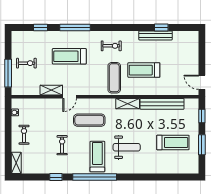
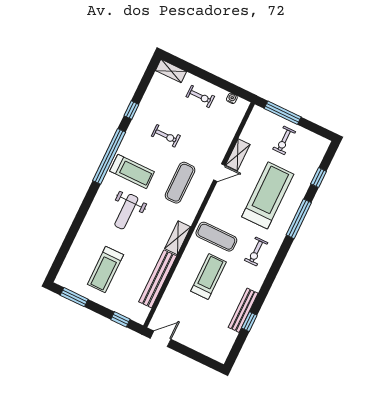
treadmill: (69, 56) -> (268, 195), width x1.37, depth x1.38
door: (70, 97) -> (219, 173), swing flipped
window: (202, 145) -> (74, 297), moved

